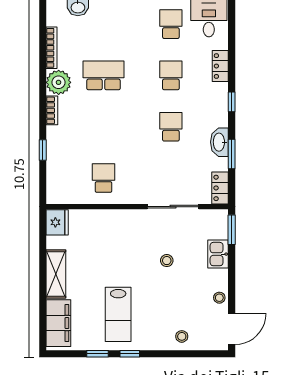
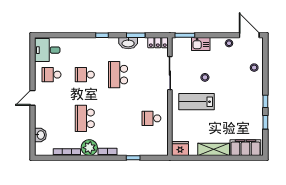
locker: (220, 66) -> (79, 43), removed
school desk: (171, 127) -> (118, 75), width x1.85
lab bench: (118, 314) -> (196, 102), moved, turned 180

